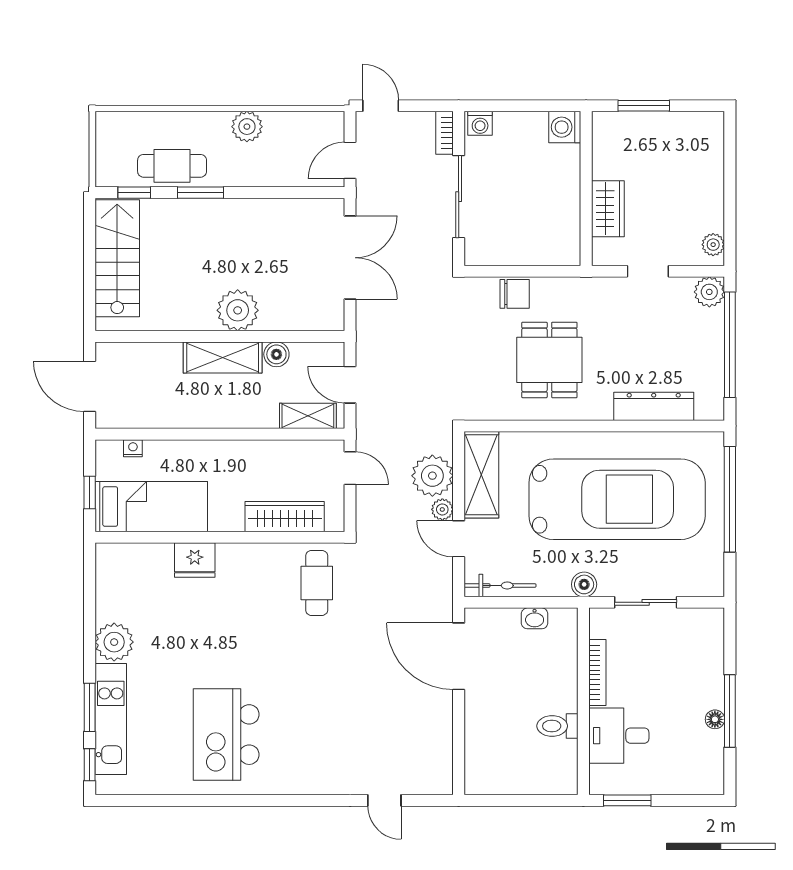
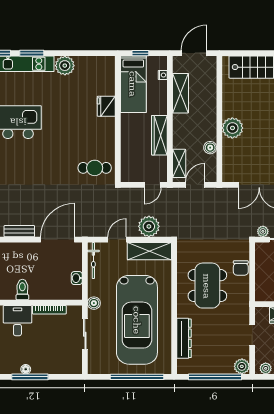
shelving: (223, 358) -> (181, 93), moved
dining table: (549, 360) -> (207, 286), width x1.38
plant: (442, 509) -> (263, 231), moved
wardrobe: (285, 517) -> (159, 135), moved, turned 180
bench: (442, 732) -> (19, 231), added

